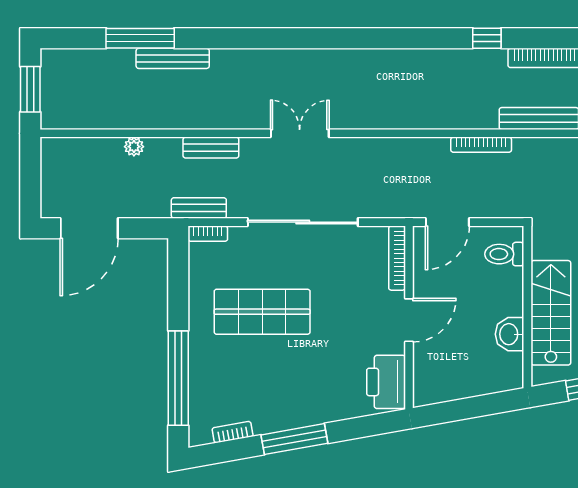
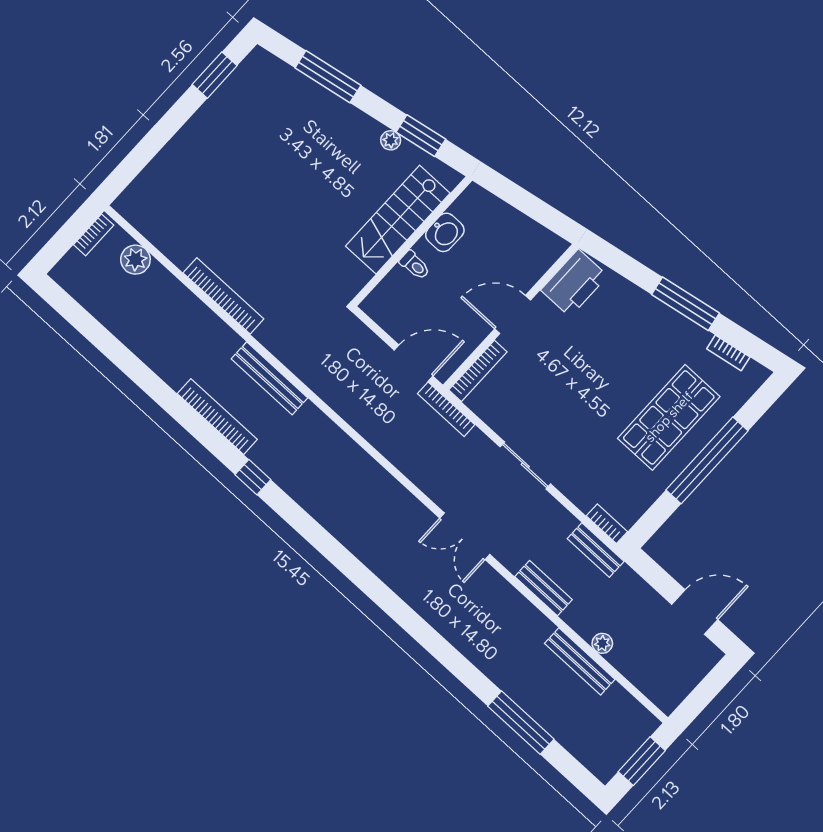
bench: (173, 58) -> (580, 661), moved
bookcase: (481, 145) -> (446, 409), moved, turned 180
sliding door: (303, 222) -> (525, 465), width x0.54
door: (89, 228) -> (695, 612), width x0.73
toilet: (504, 254) -> (415, 265), moved, width x0.73, depth x0.72
shop shelf: (262, 312) -> (669, 417), moved, turned 90
window: (178, 378) -> (707, 460), moved

